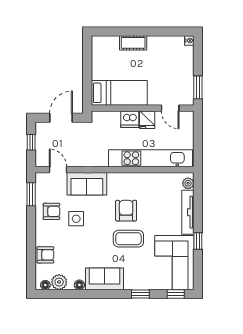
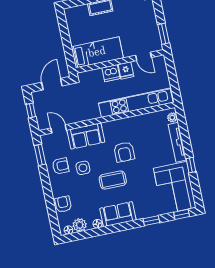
armchair: (126, 211) -> (124, 152), turned 180
coffee table: (128, 239) -> (113, 180), moved
armchair: (45, 255) -> (63, 204), turned -90

